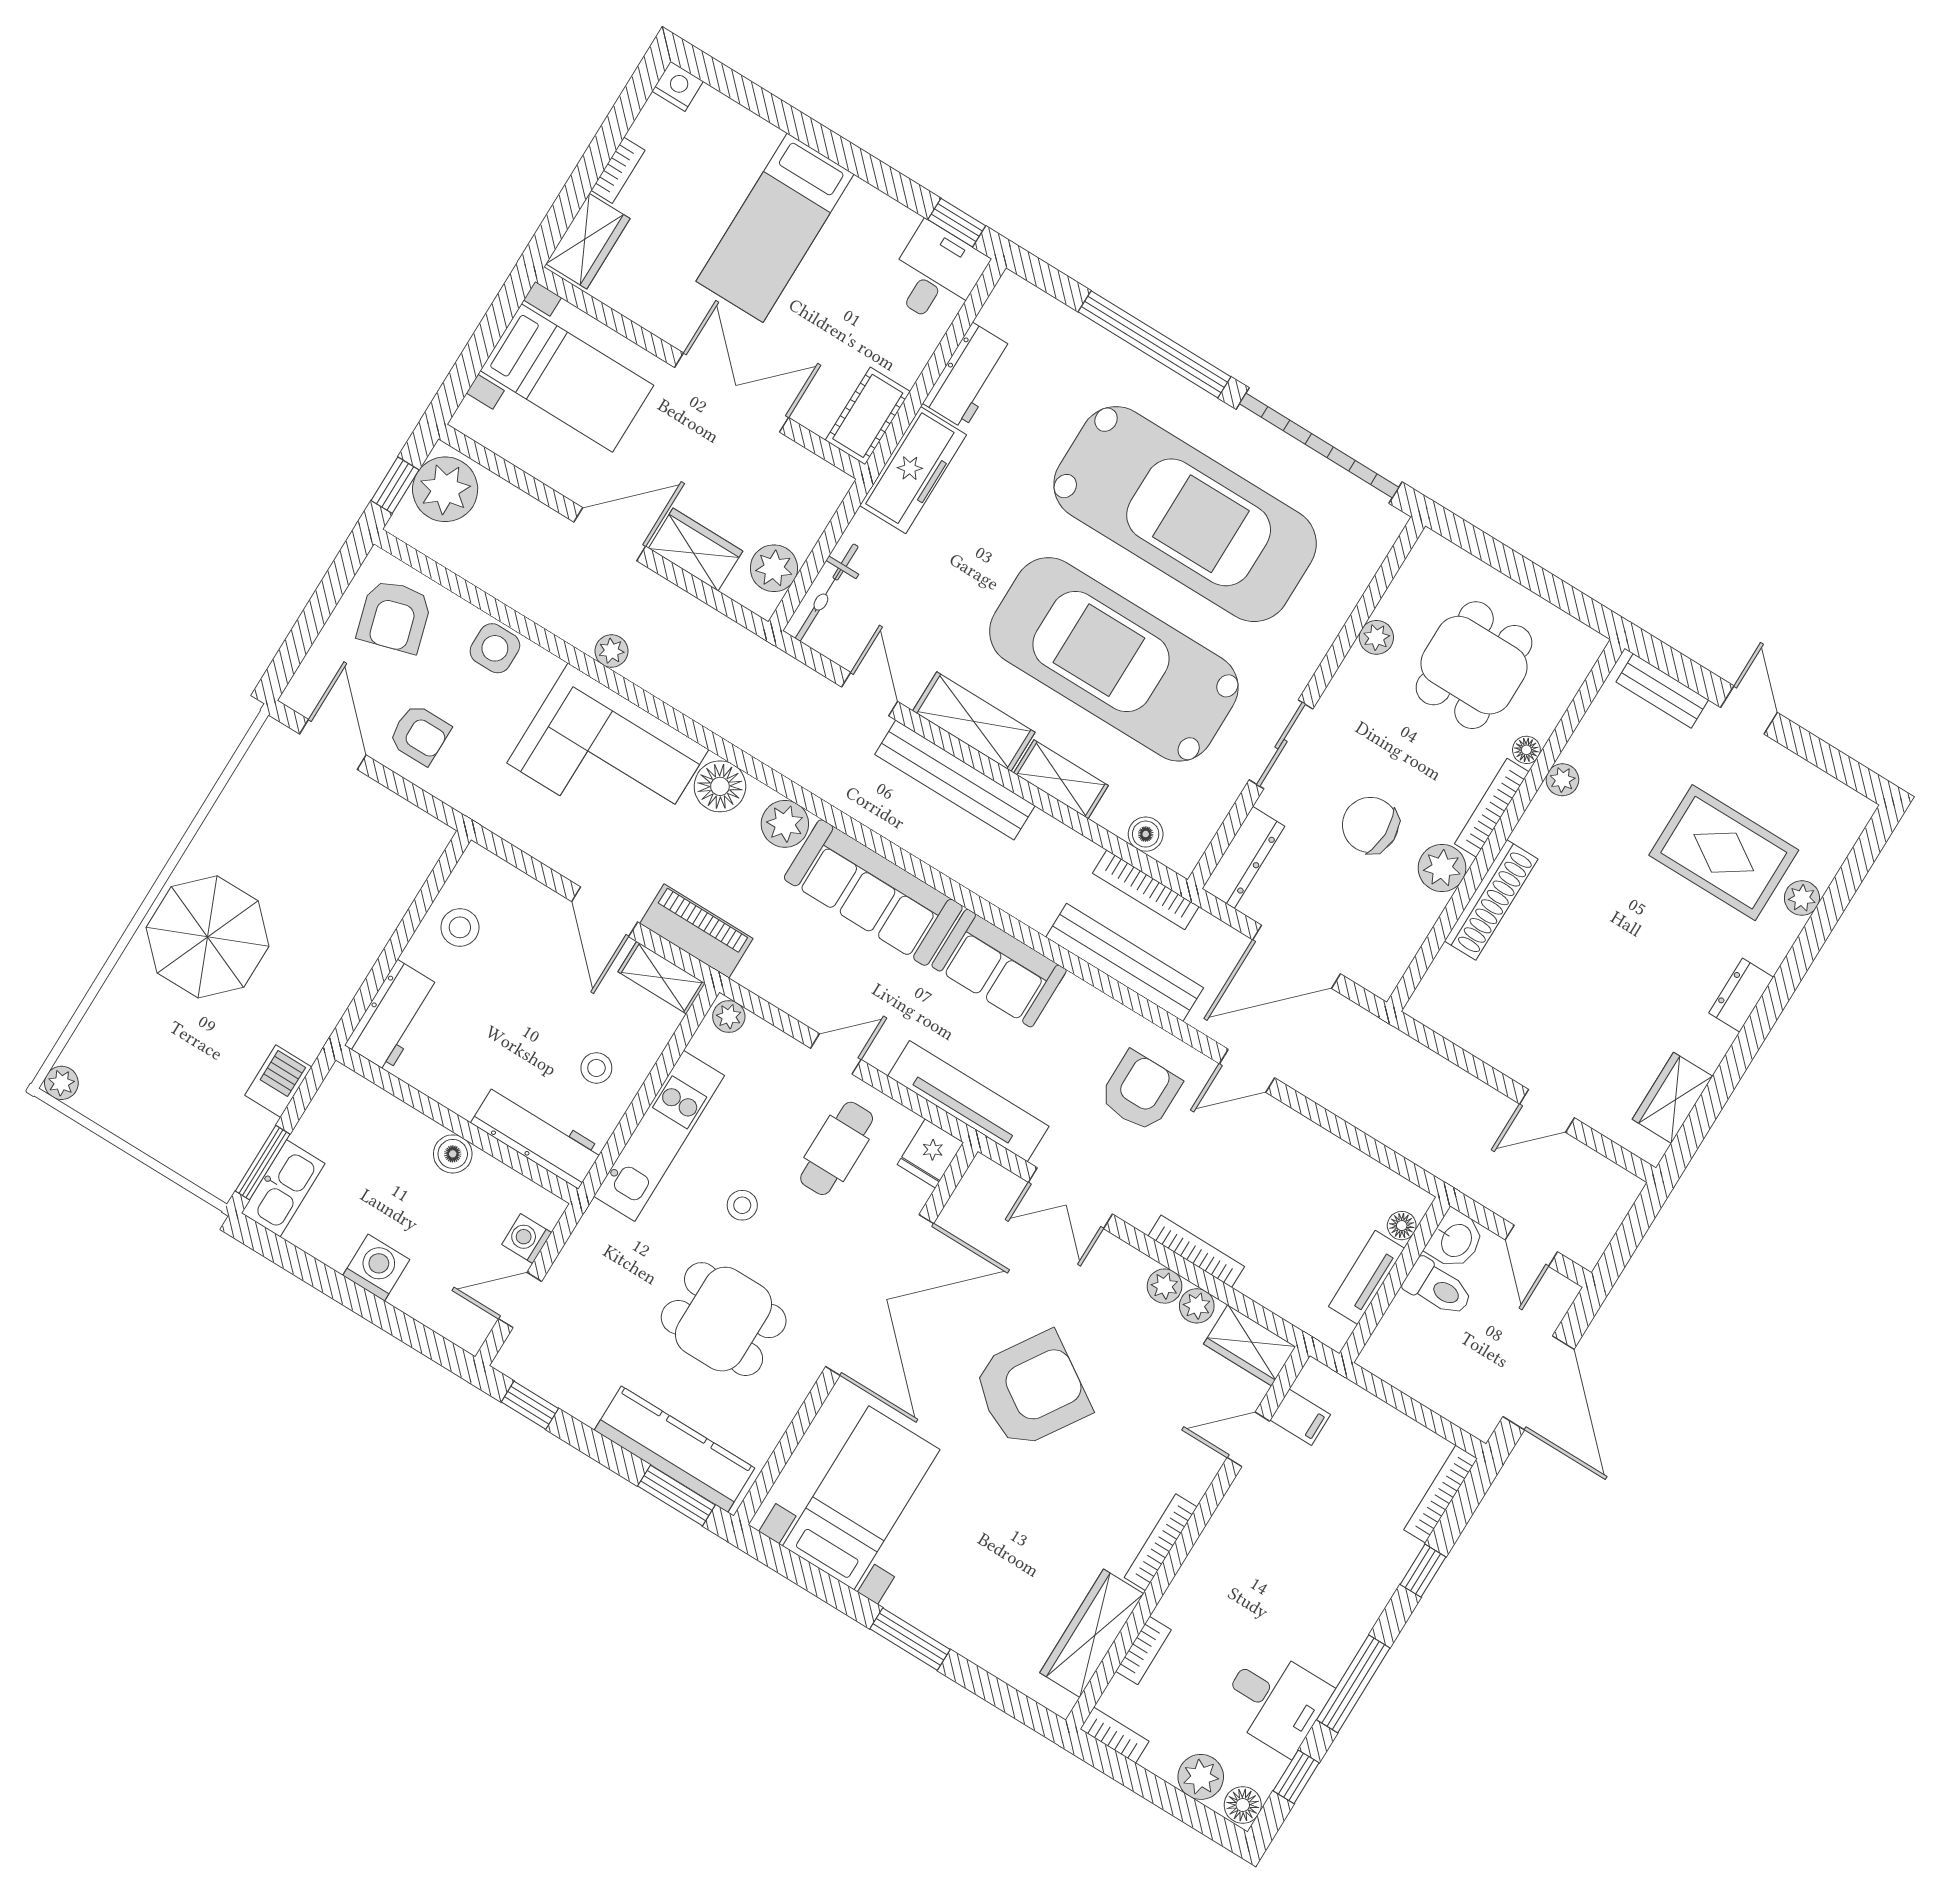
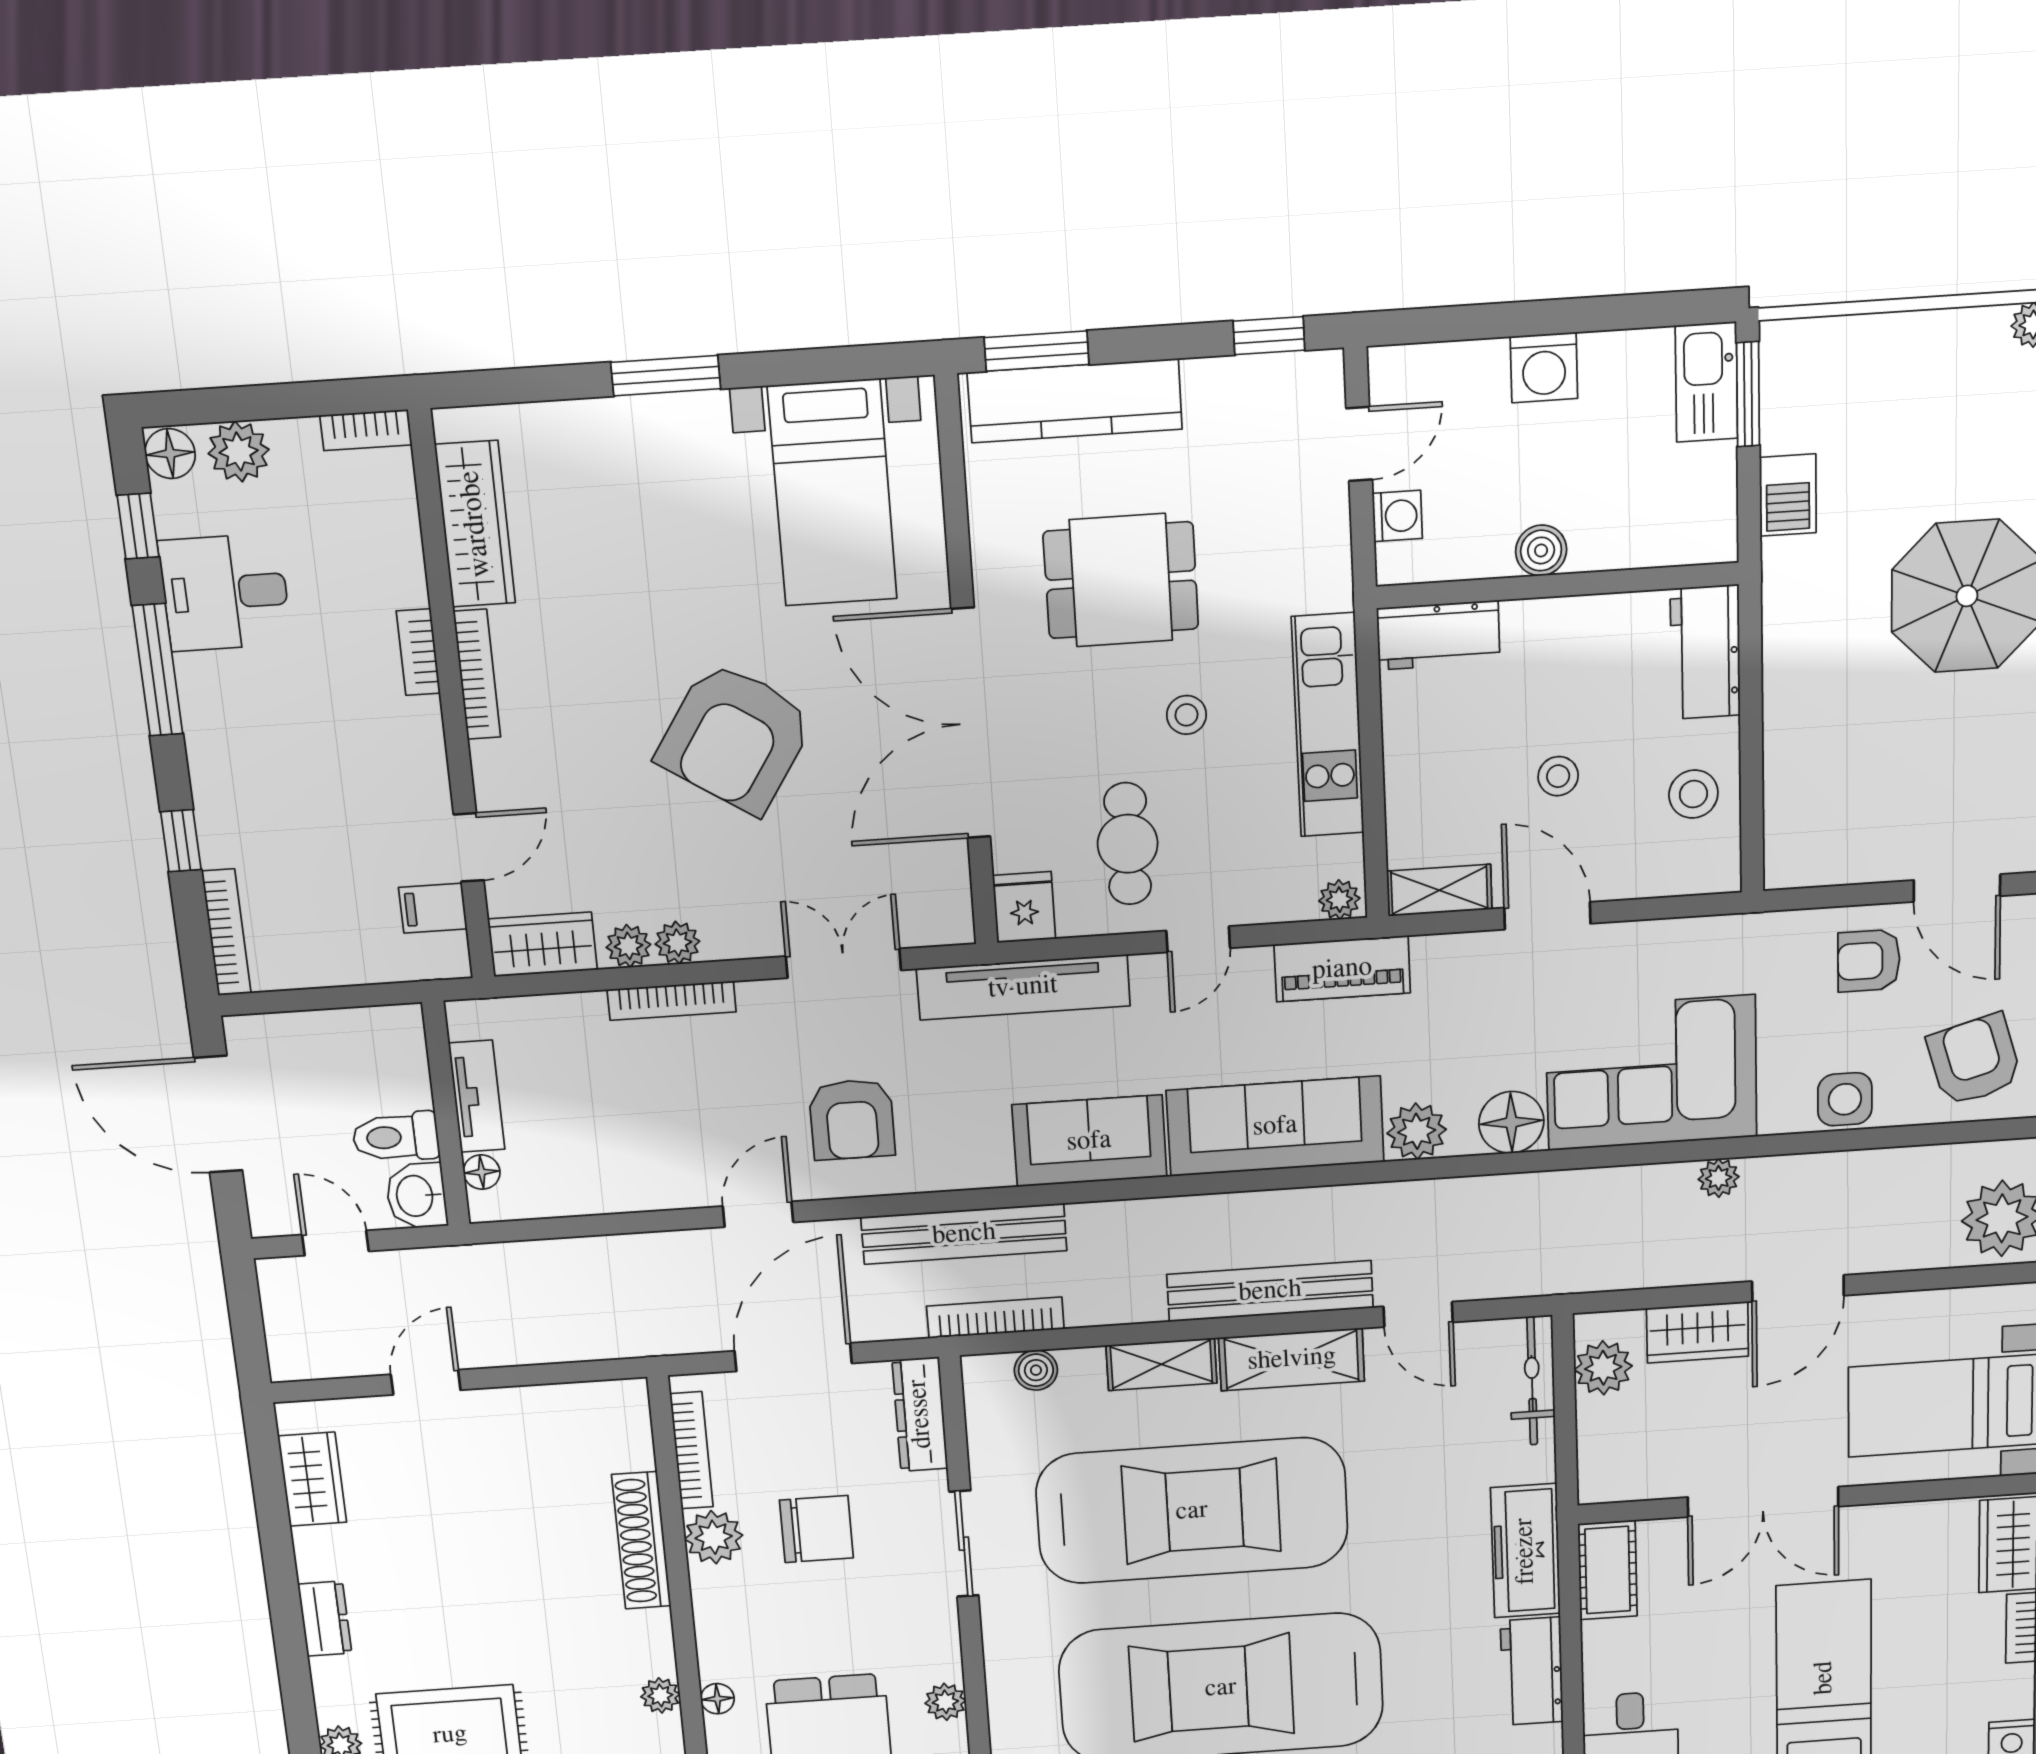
bookcase: (1492, 808) -> (692, 1450), moved
piano: (696, 931) -> (1342, 969), moved
stool: (596, 1068) -> (1558, 776), moved
workbench: (537, 1136) -> (1438, 635), width x0.73
bookcase: (1143, 1650) -> (418, 652), moved

